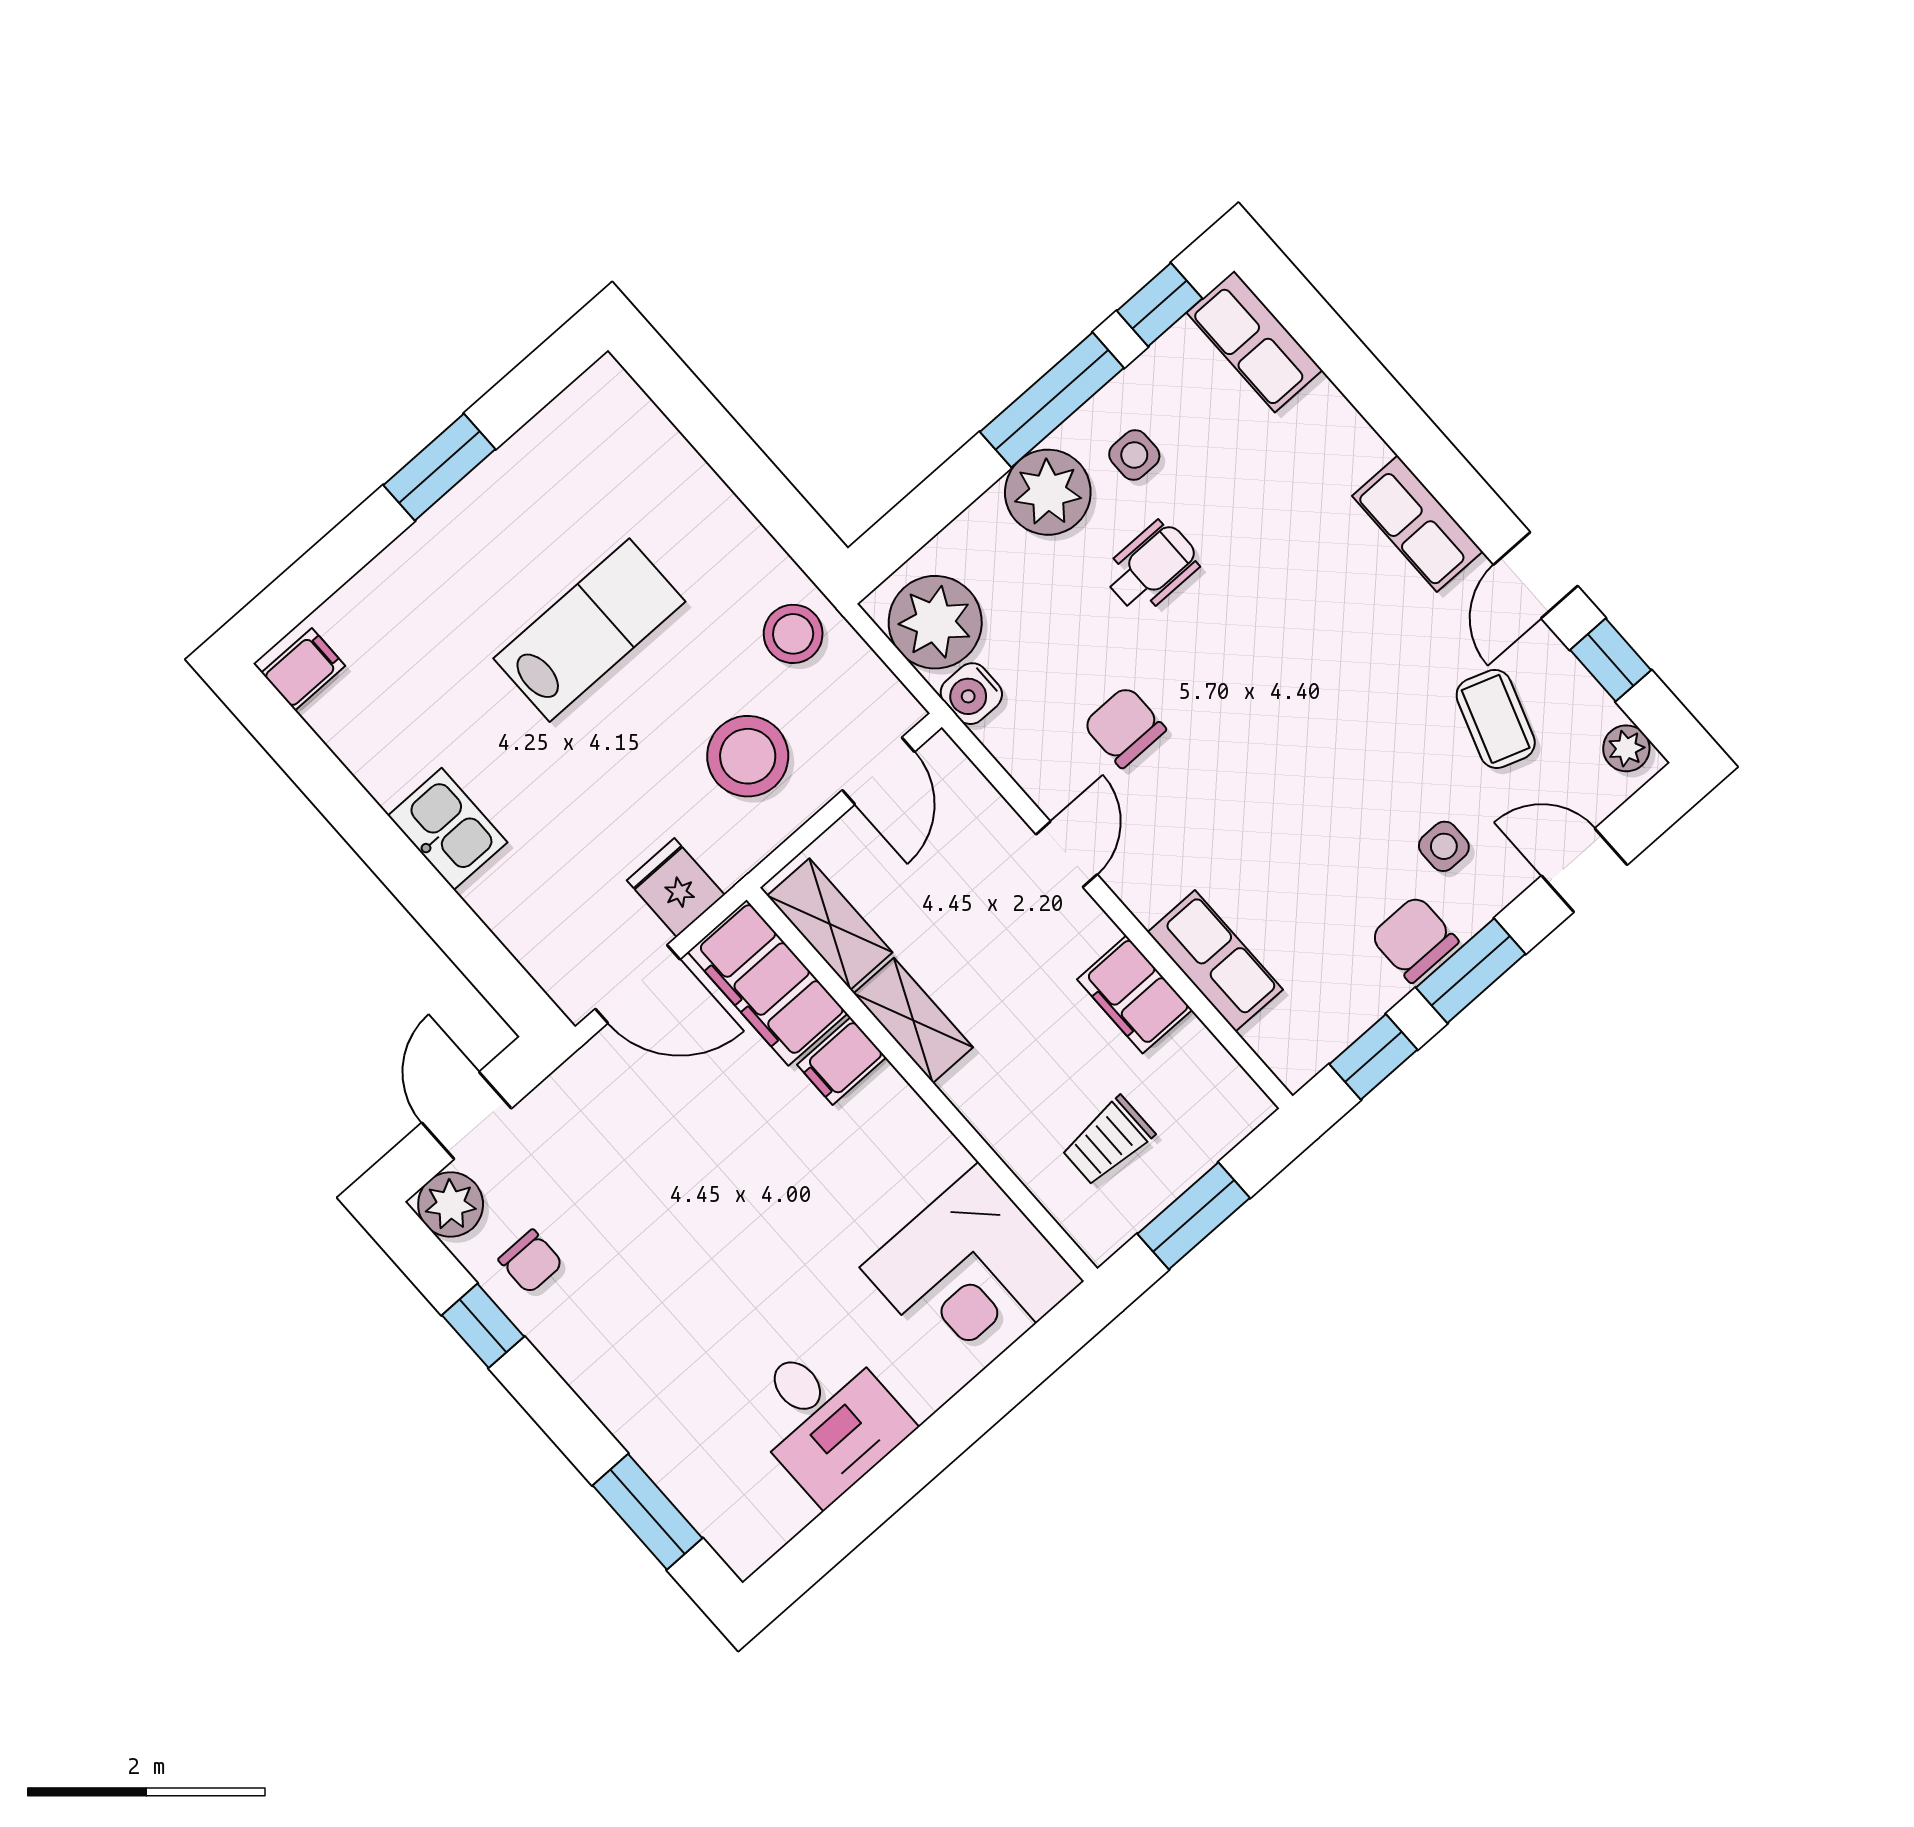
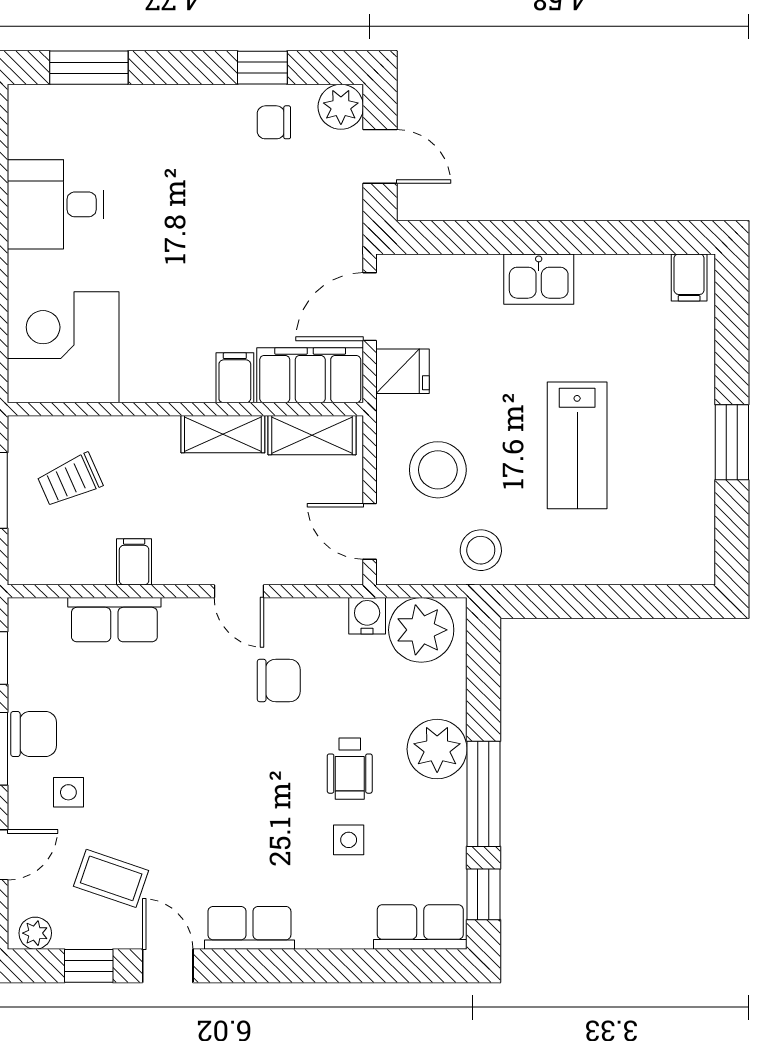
side table: (1134, 455) -> (349, 840), moved
filing cabinet: (1135, 995) -> (134, 562), width x0.50
trolley: (1108, 1141) -> (70, 480), turned -114

